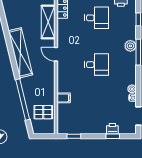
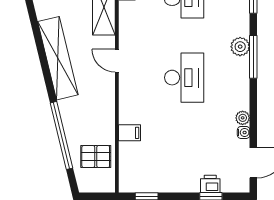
desk: (97, 65) -> (184, 78), width x1.37

